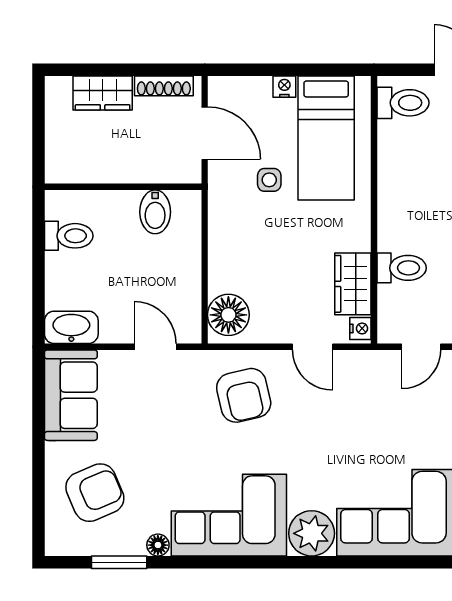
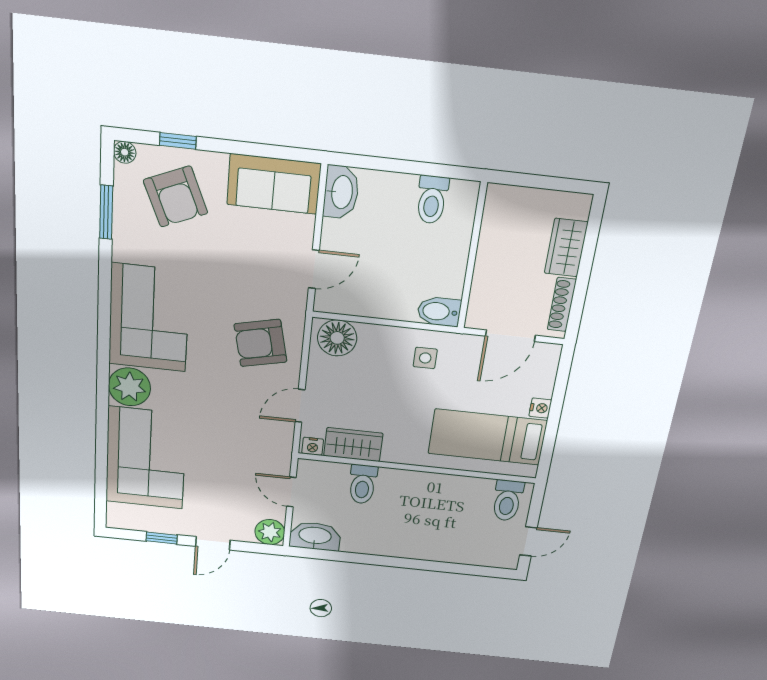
side table: (269, 180) -> (425, 358), moved
bidet: (155, 212) -> (439, 311), moved
window: (38, 493) -> (178, 141), added
floor lamp: (158, 545) -> (125, 152), moved

